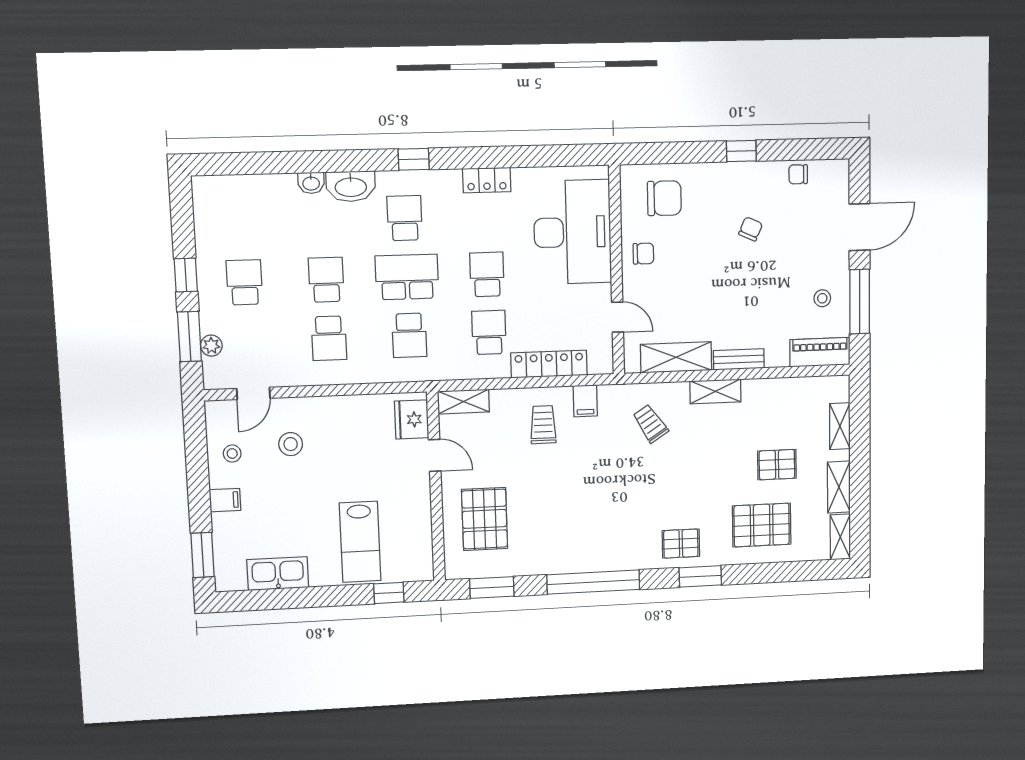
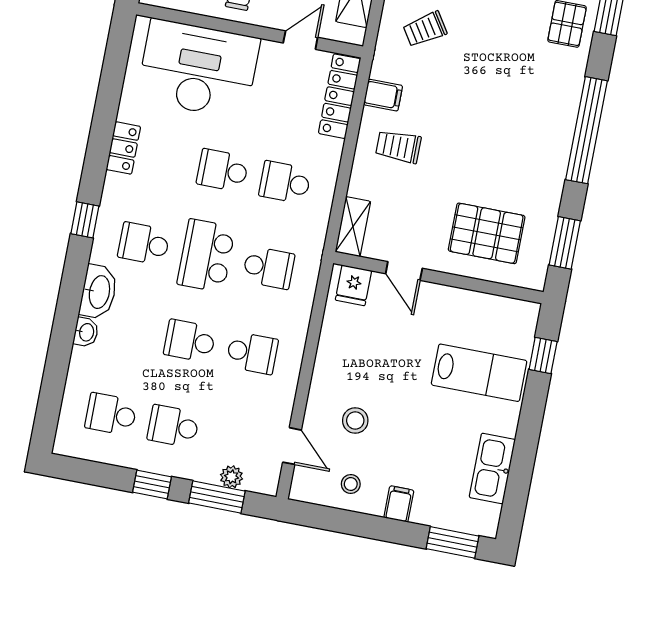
school desk: (241, 223) -> (111, 414), added
locker: (549, 364) -> (340, 96), moved
fridge: (412, 419) -> (353, 285), width x0.72
door: (435, 455) -> (404, 271), swing flipped

